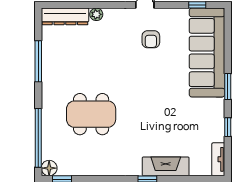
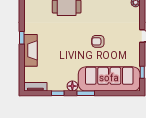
armchair: (151, 39) -> (98, 41), moved
floor lamp: (217, 106) -> (72, 86), added

